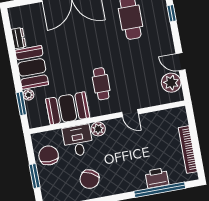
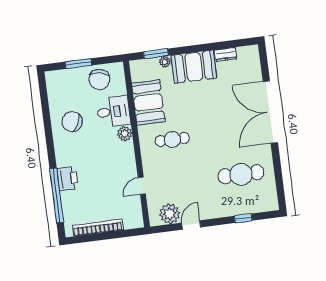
door: (130, 113) -> (142, 186), moved
chair: (49, 155) -> (99, 80), turned 101
printer: (157, 178) -> (67, 179), moved

